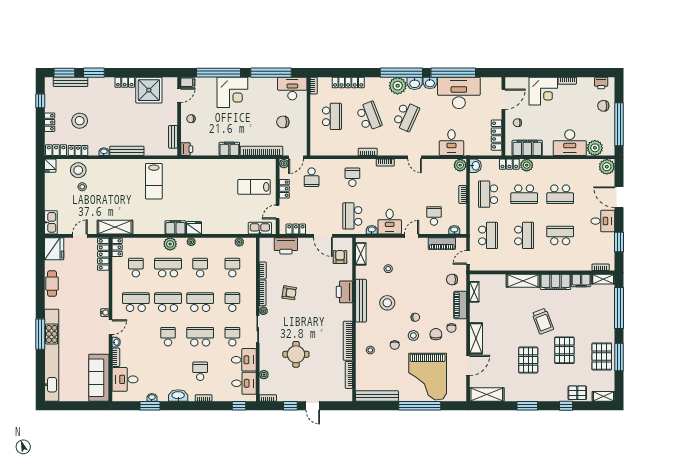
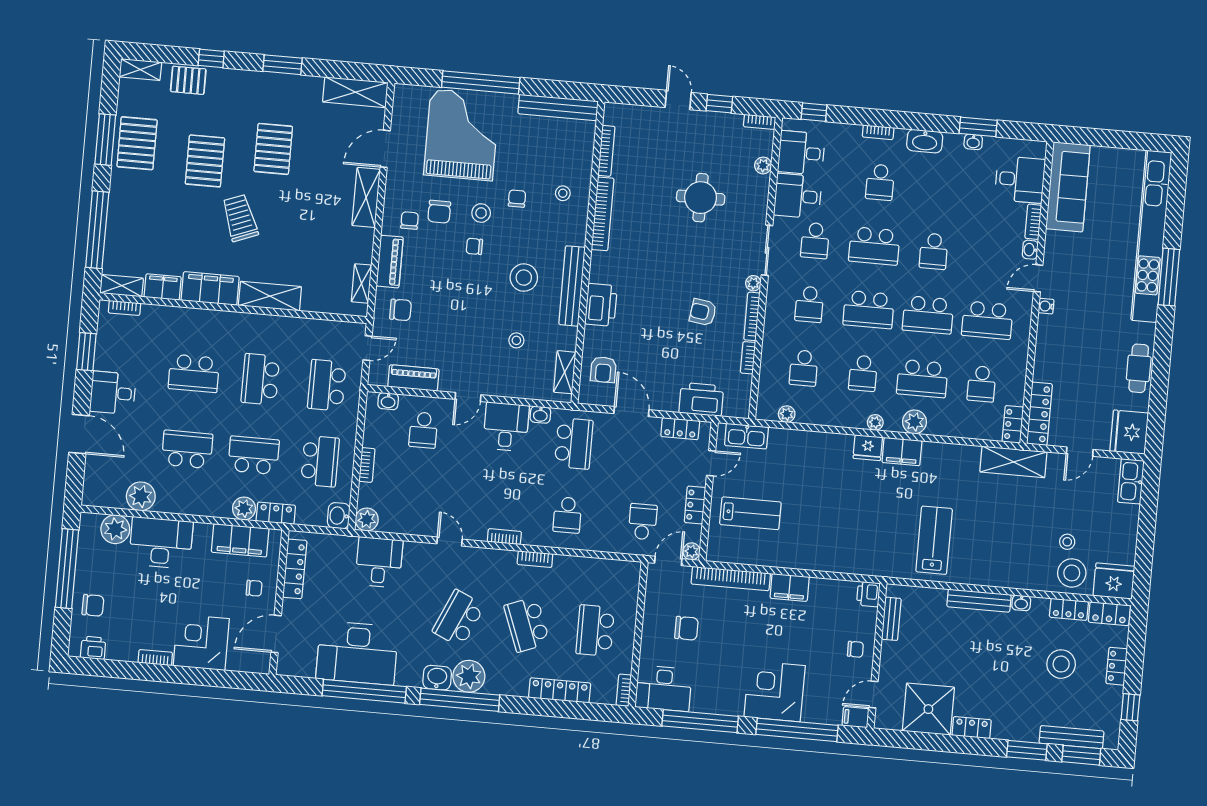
washbasin: (430, 83) -> (409, 676), removed
fridge: (50, 166) -> (1114, 581), width x1.88, depth x1.34
plant: (607, 167) -> (141, 496), moved

